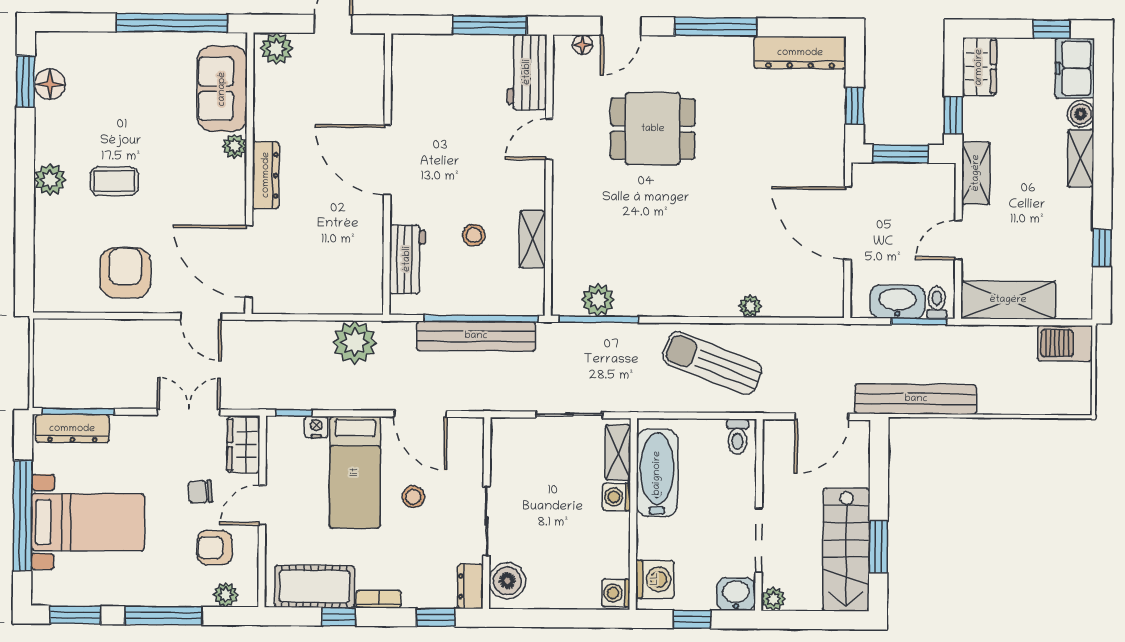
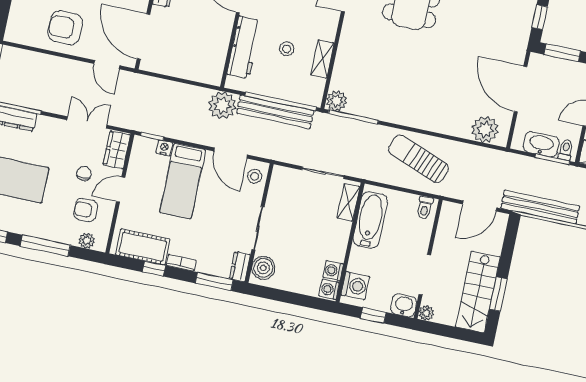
workbench: (407, 259) -> (244, 47), width x1.38
armchair: (125, 273) -> (65, 28), turned -90
plant: (598, 300) -> (337, 101), moved
plant: (750, 306) -> (485, 129), moved, width x1.88, depth x1.88
plant: (355, 342) -> (222, 105), moved
chair: (200, 492) -> (84, 173), turned 95
stool: (413, 497) -> (255, 176), moved
washing machine: (616, 497) -> (333, 271), moved
window: (436, 617) -> (214, 282), width x1.50

